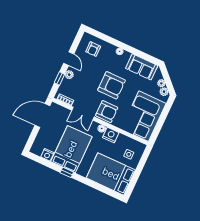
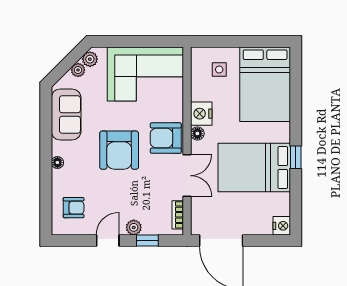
armchair: (111, 85) -> (119, 150), turned 180
armchair: (107, 112) -> (166, 138), turned -90
nightstand: (47, 155) -> (282, 226), moved

